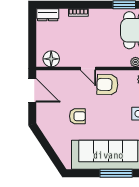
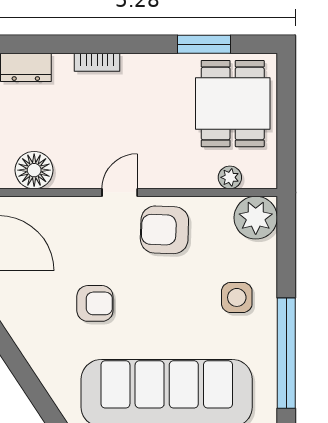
door: (88, 69) -> (120, 193), swing flipped

